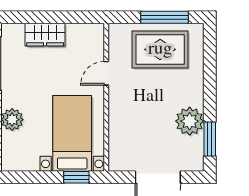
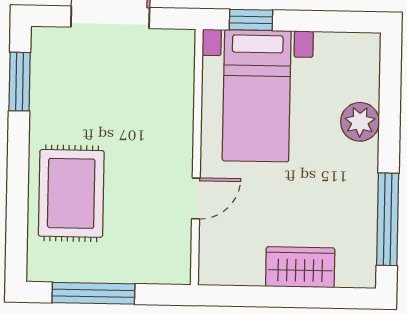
rug: (160, 49) -> (71, 193), moved, turned 90
plant: (190, 121) -> (54, 113), removed

